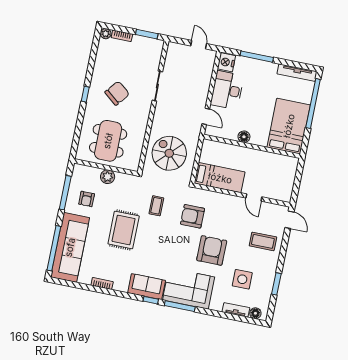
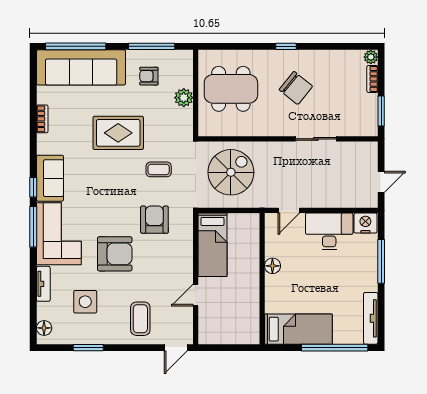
bed: (289, 126) -> (298, 329), width x0.67
tv unit: (236, 310) -> (43, 284), moved

